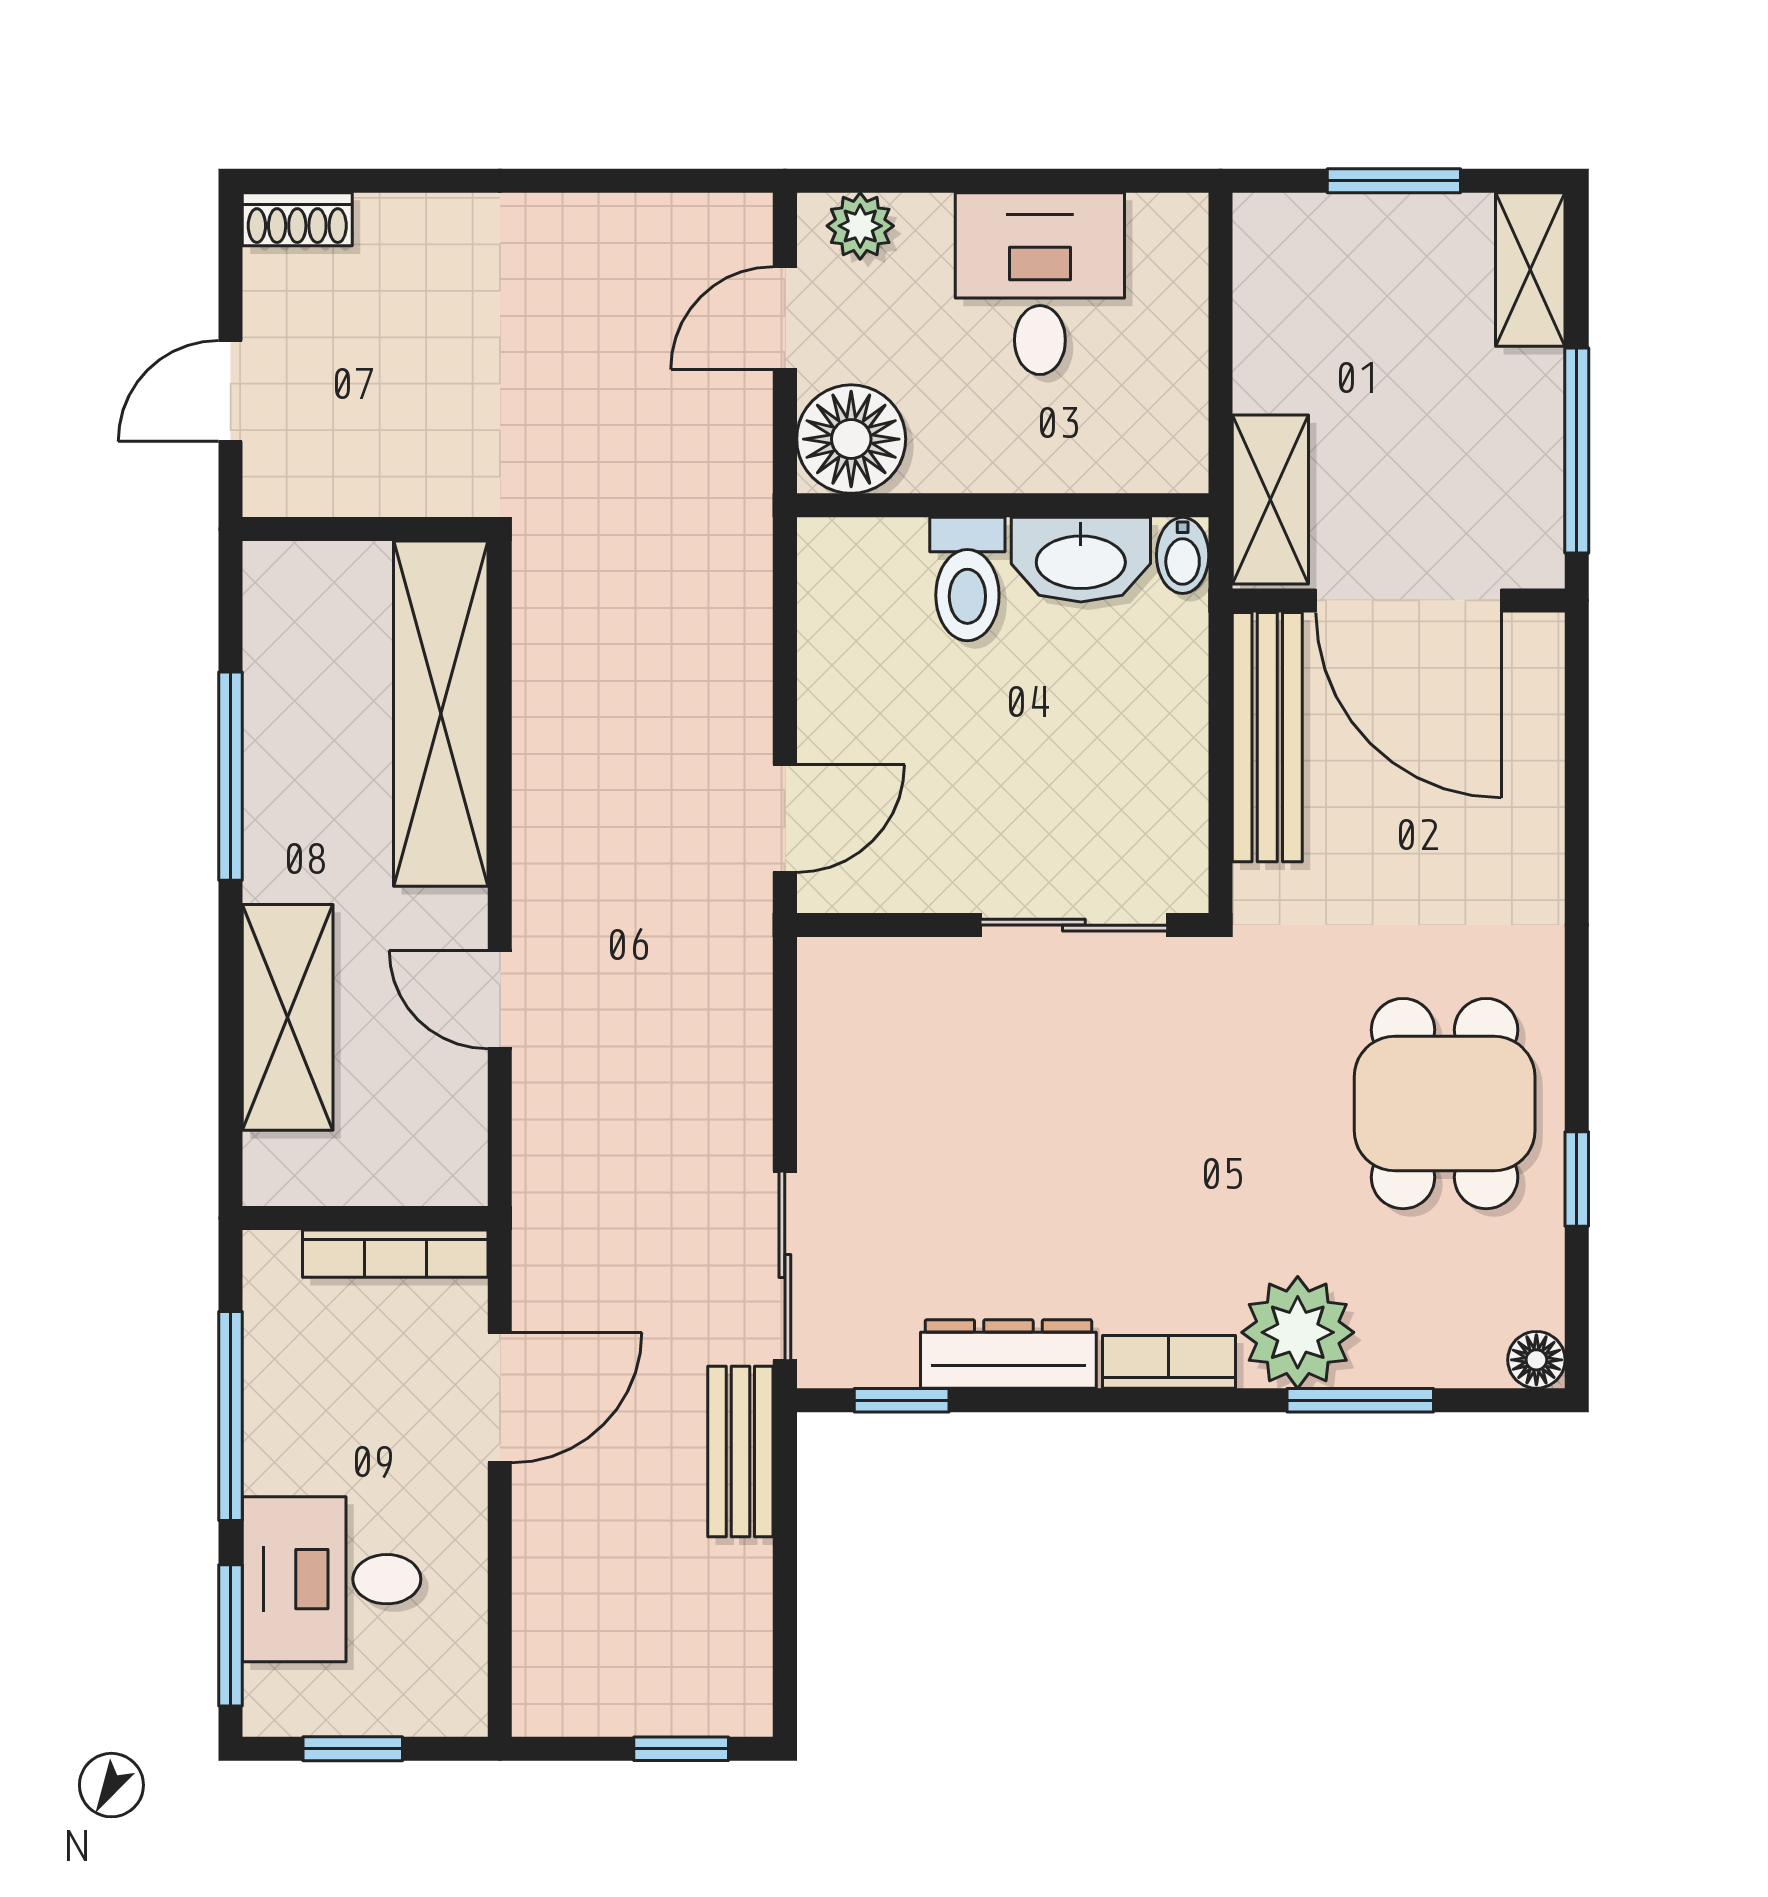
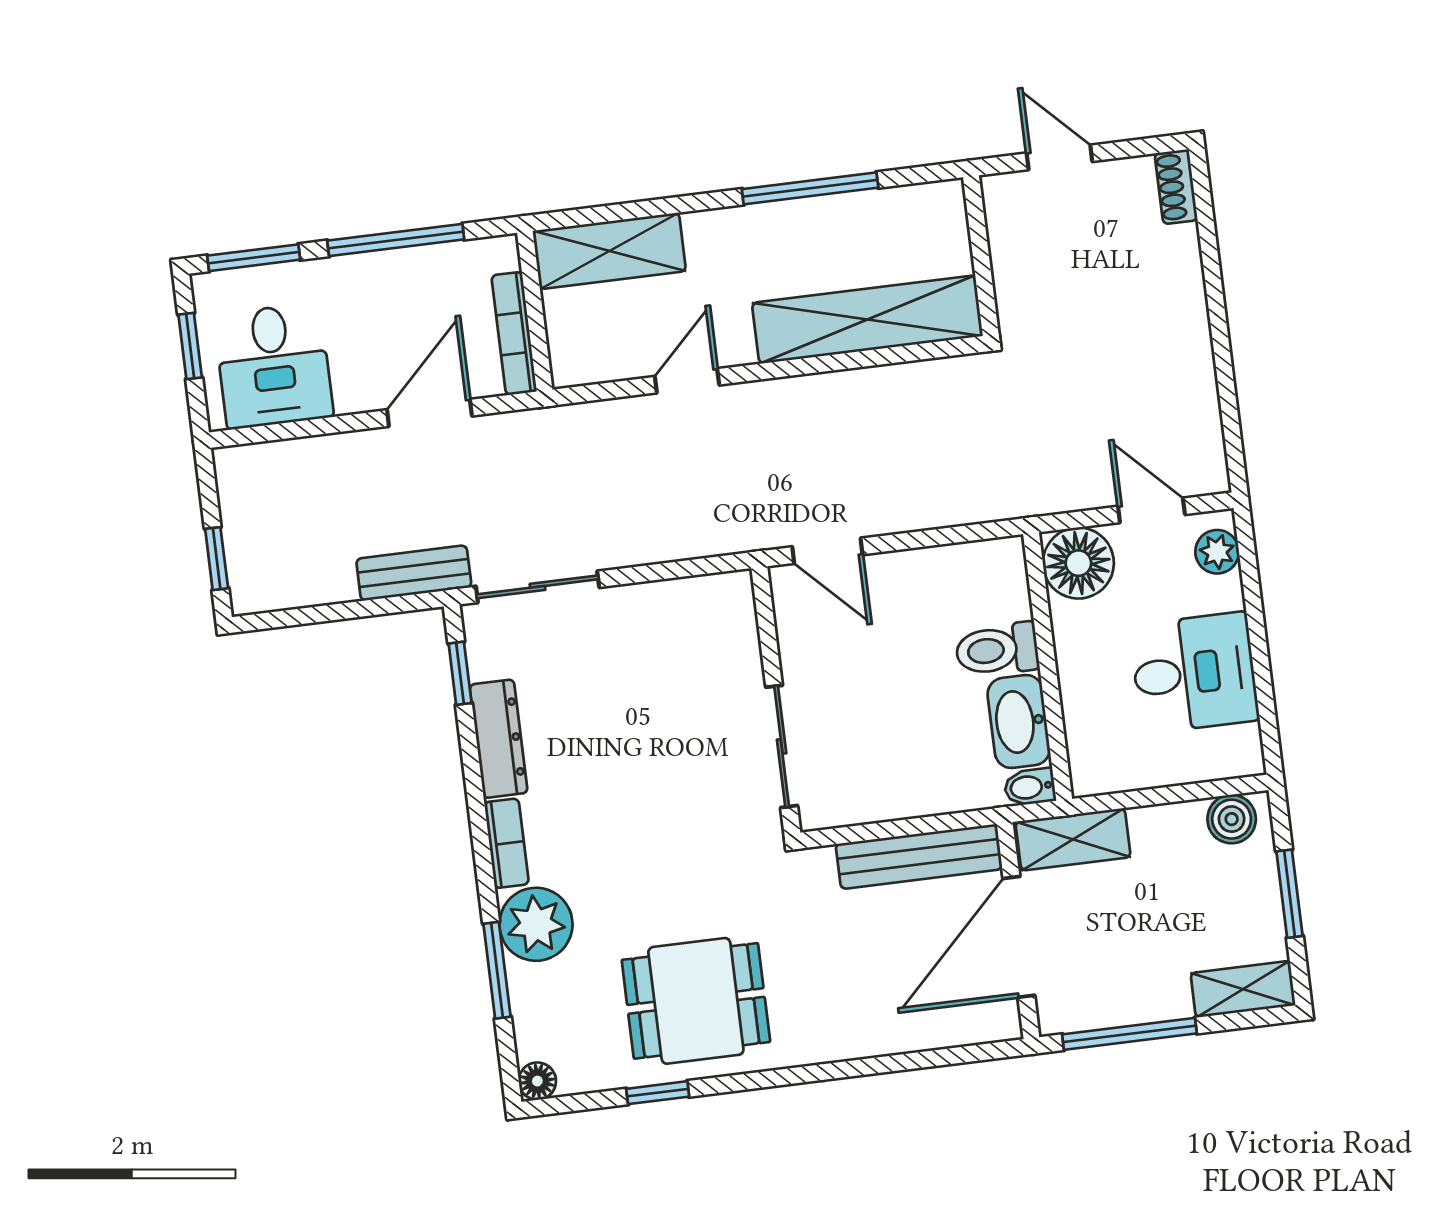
boiler: (1270, 255) -> (1232, 819), added
shelving: (288, 1017) -> (609, 251), moved
door: (500, 1398) -> (429, 413), swing flipped
desk: (332, 1579) -> (274, 366), moved, turned 180

